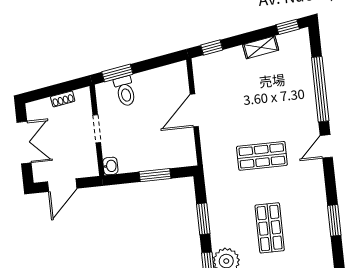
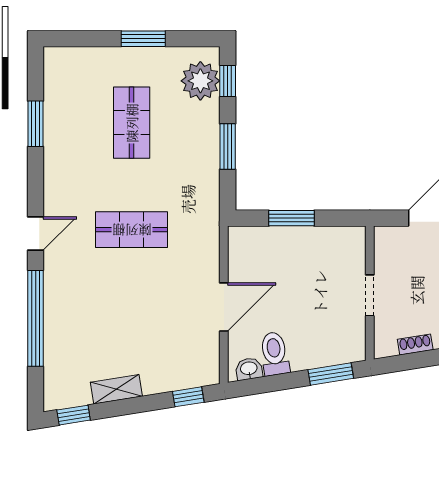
toilet: (125, 91) -> (275, 354), moved
washbasin: (110, 166) -> (249, 369), moved, turned 81

